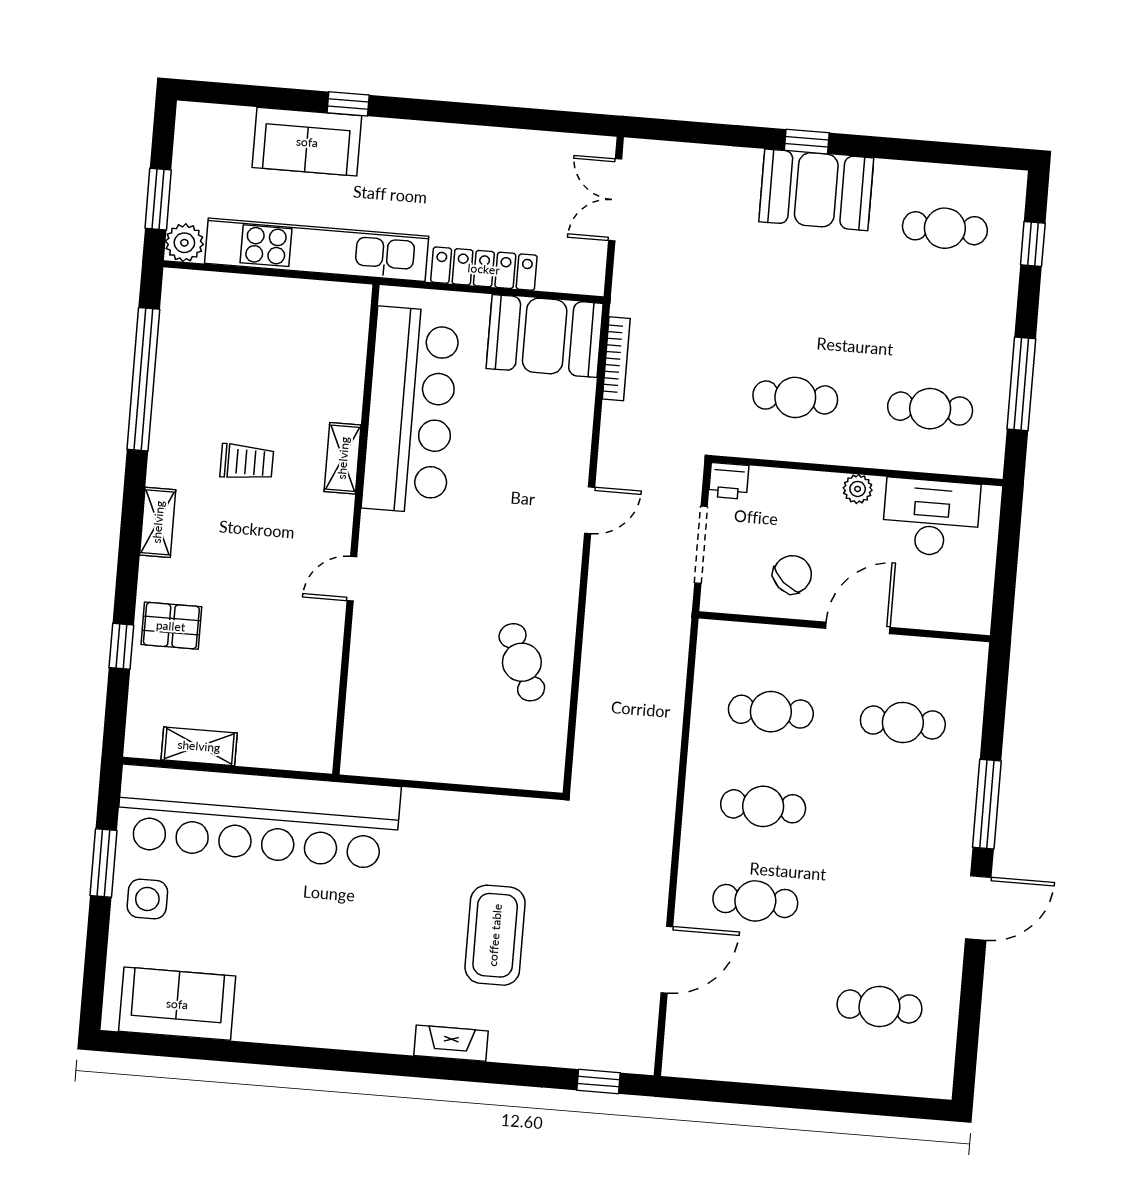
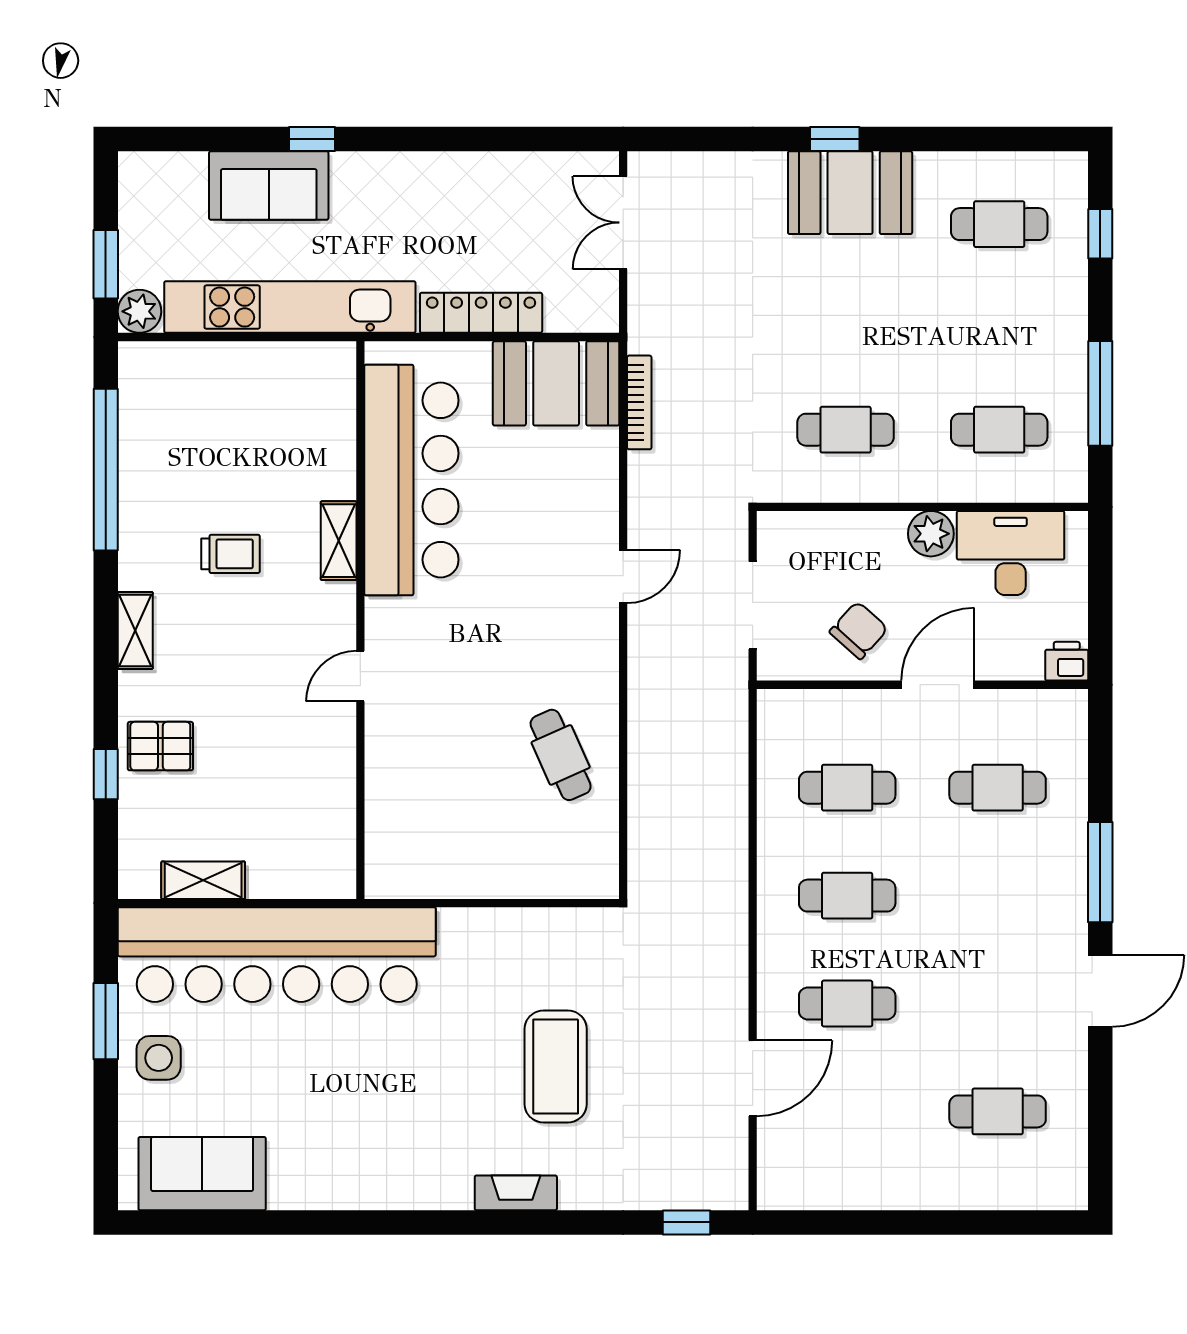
printer: (729, 481) -> (1067, 661), moved, turned 180
plant: (858, 489) -> (931, 534), width x1.38, depth x1.38

